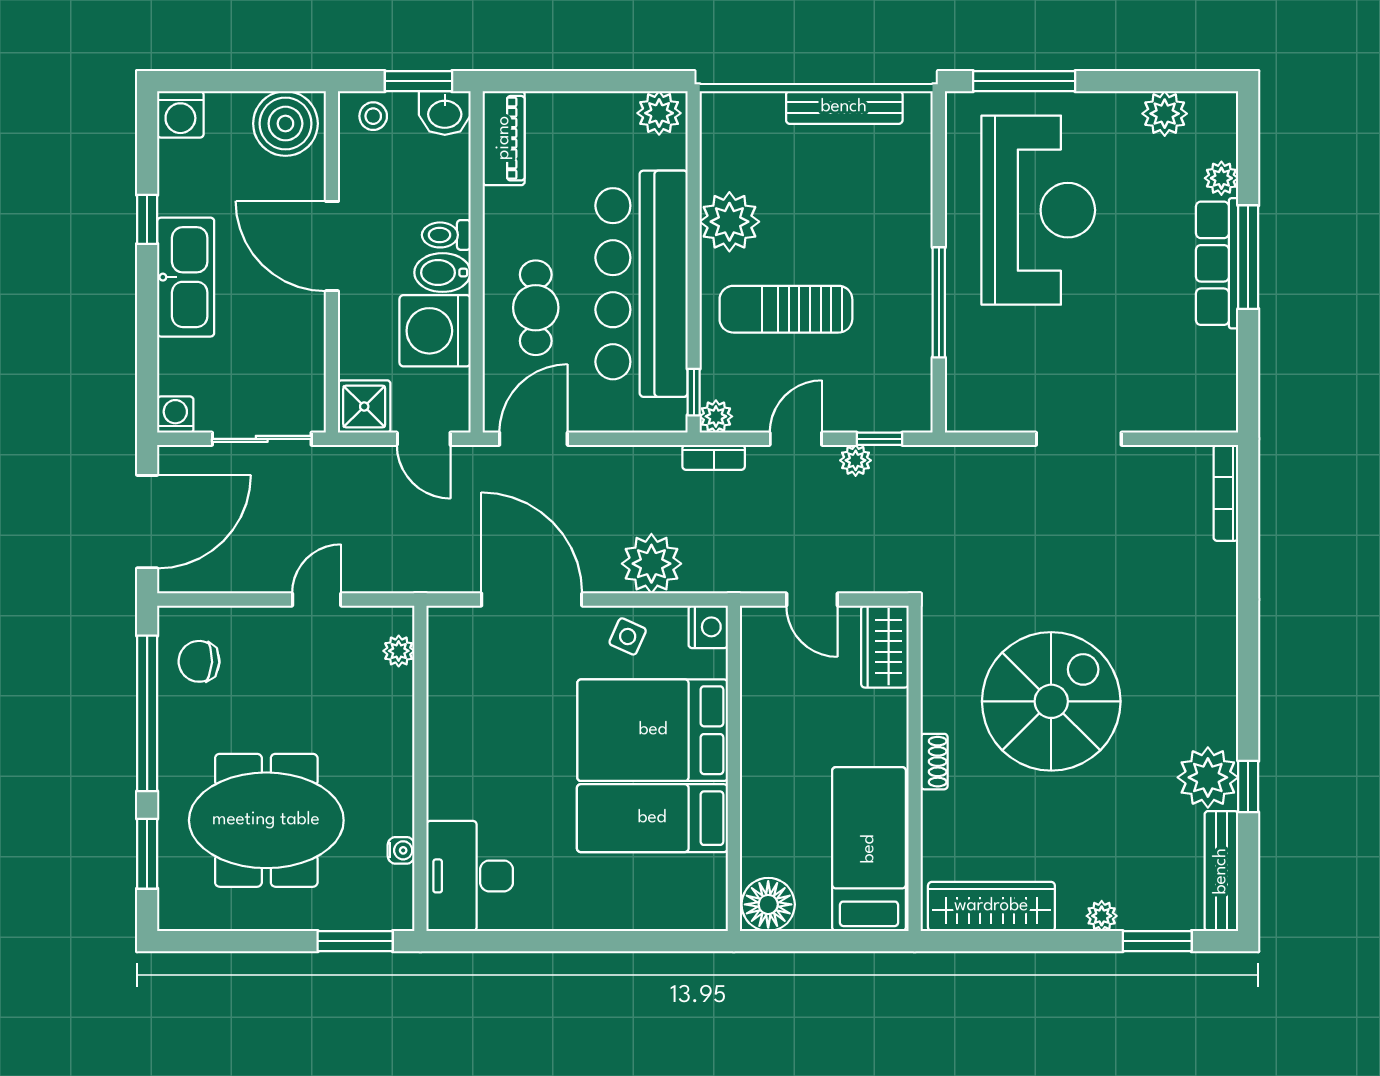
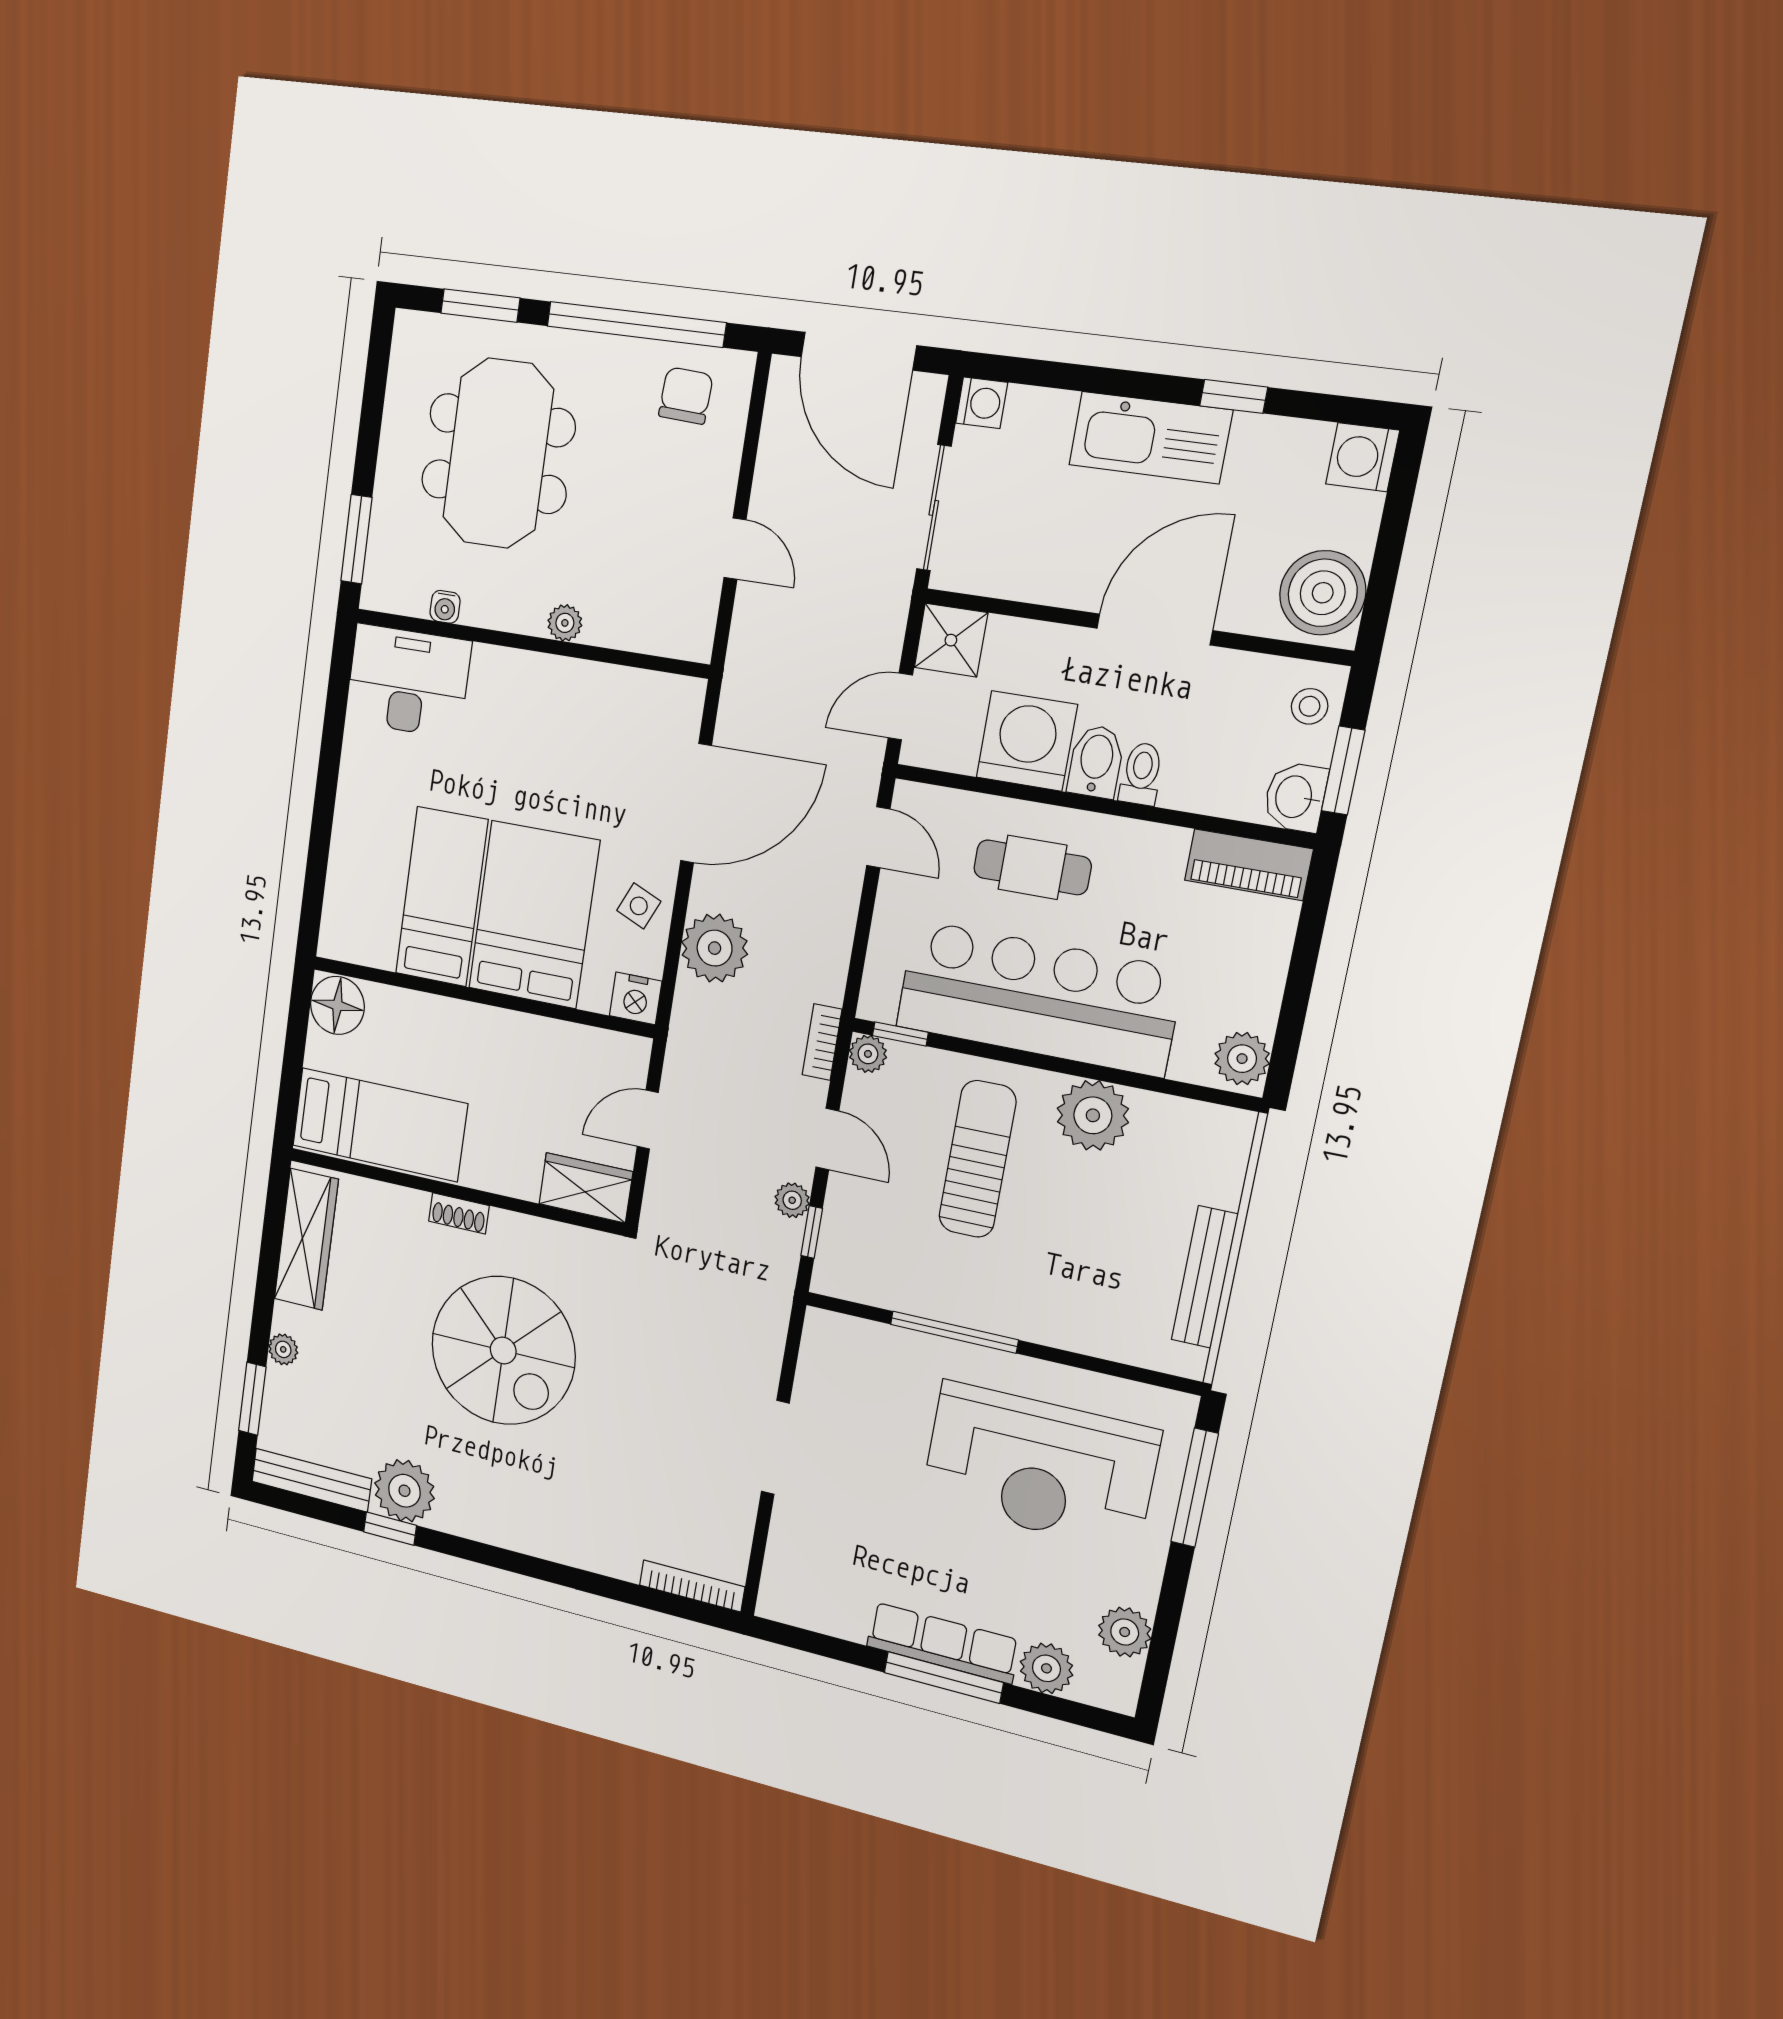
plant: (1221, 178) -> (1046, 1668), width x1.38, depth x1.38
door: (533, 439) -> (878, 837), width x0.73
plant: (399, 651) -> (565, 623), moved

